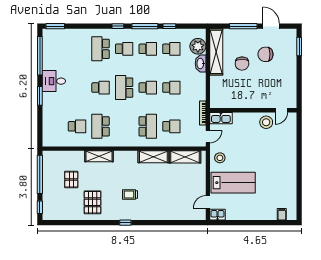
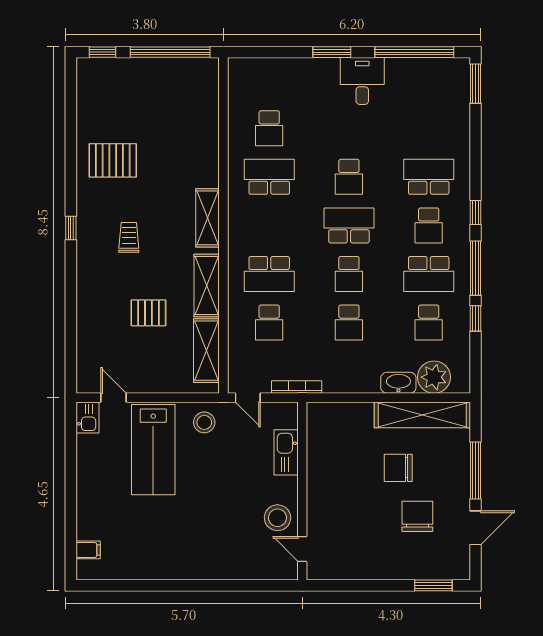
school desk: (148, 49) -> (429, 274), width x1.85
kitchen sink: (221, 118) -> (286, 452), moved
shelving: (99, 156) -> (208, 218), moved
pallet: (71, 179) -> (148, 313), moved

